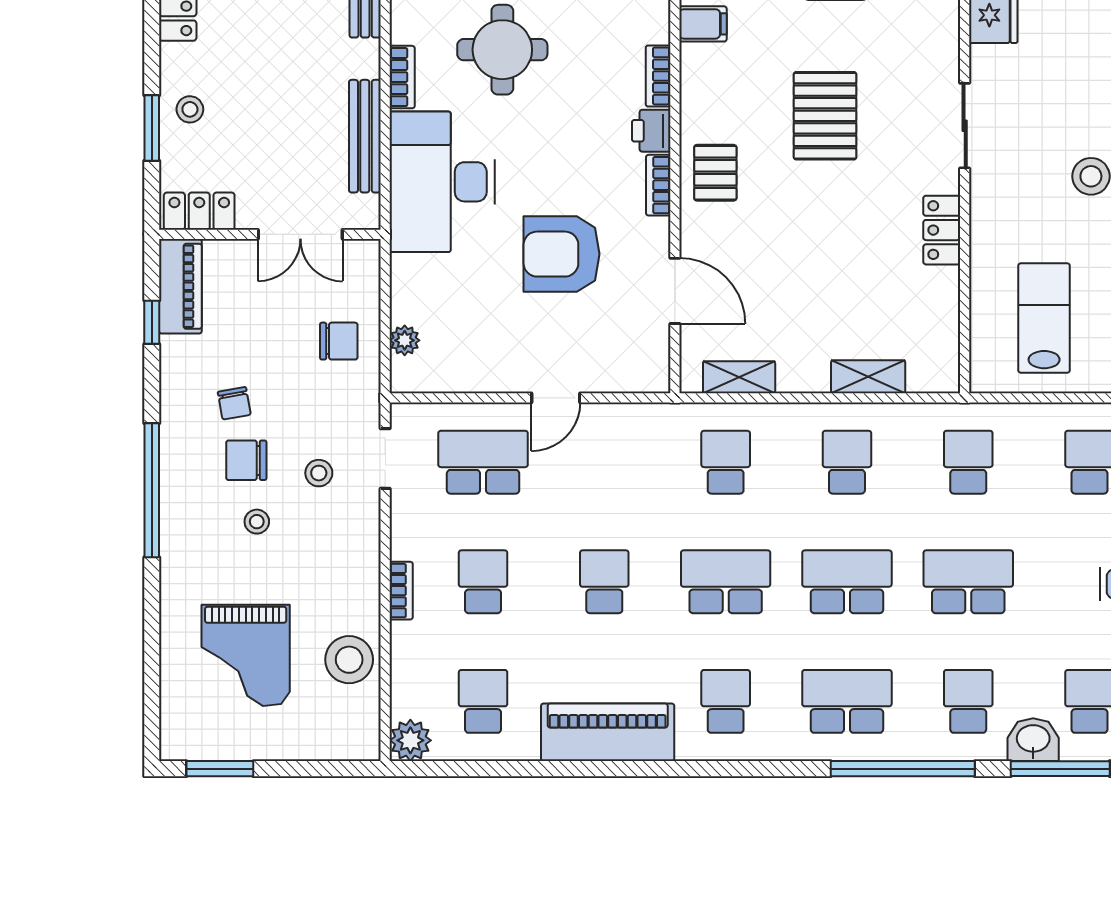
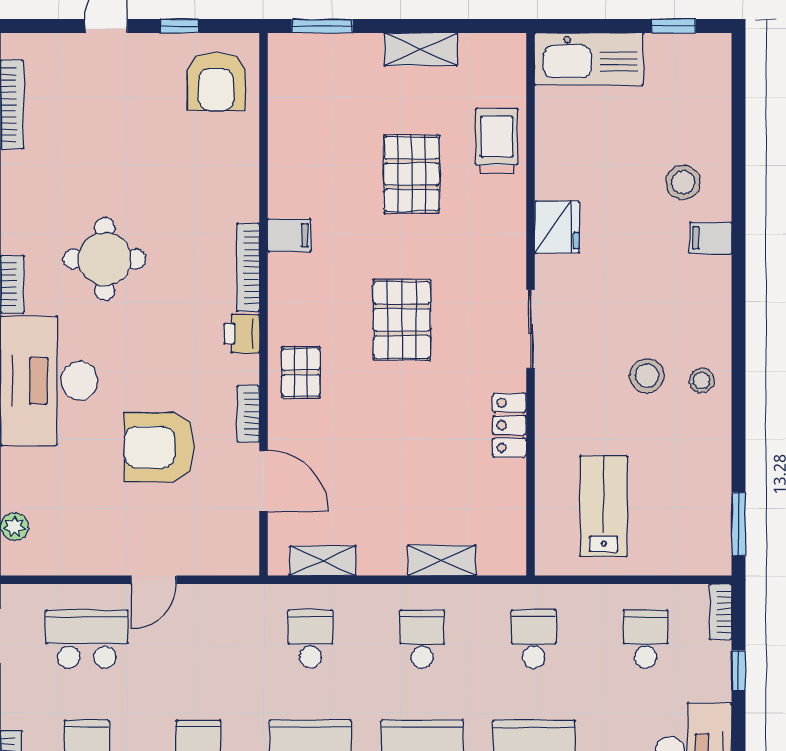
bookcase: (658, 76) -> (248, 267), width x1.56
bookcase: (658, 185) -> (248, 414), moved

